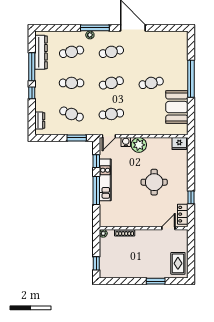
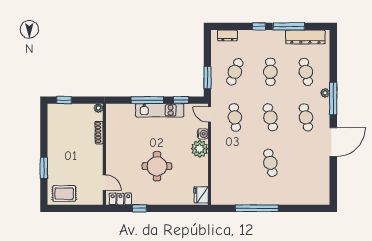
window: (191, 79) -> (257, 208), moved
booth: (177, 107) -> (243, 192), removed

